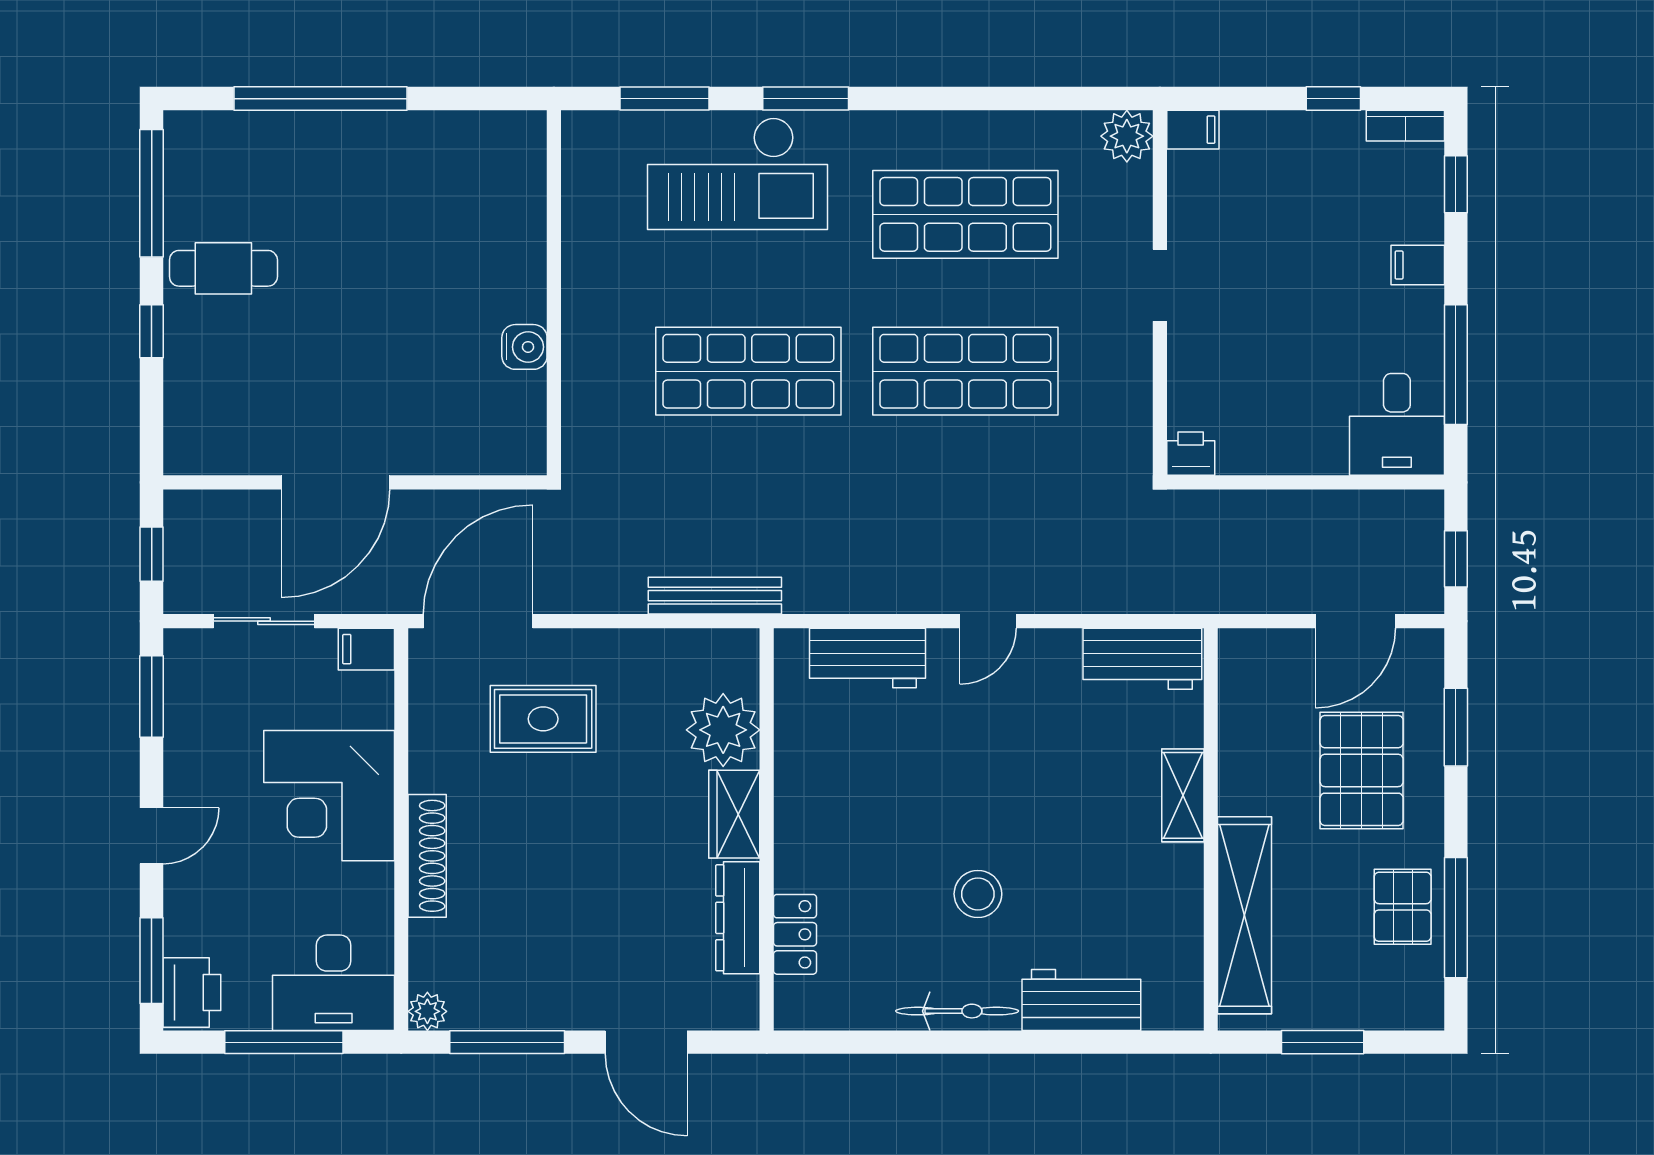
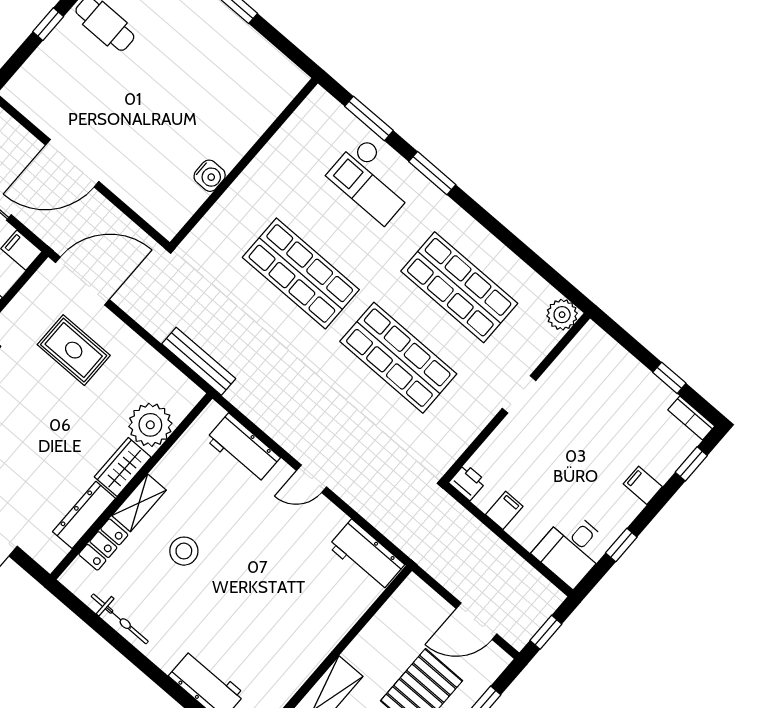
filing cabinet: (1193, 130) -> (504, 510), moved, turned -90
checkout: (738, 173) -> (373, 180), width x0.73, depth x0.83
window: (1456, 365) -> (621, 545), width x0.46
shelving: (1183, 795) -> (139, 503), moved
stool: (978, 894) -> (184, 551), moved
bicycle: (957, 1011) -> (120, 619), moved

